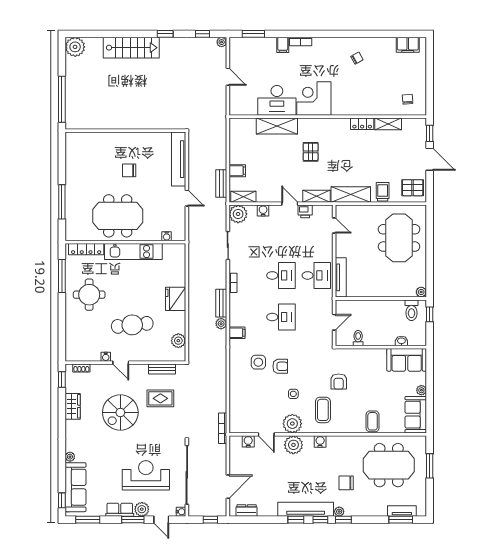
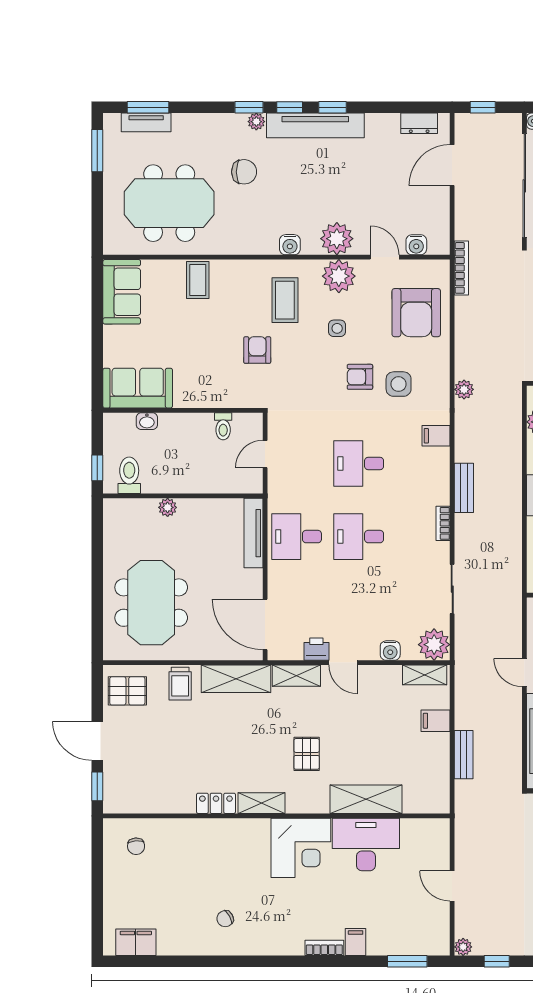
shelving: (388, 124) -> (261, 803), moved
bench: (221, 183) -> (464, 755), moved
door: (334, 225) -> (265, 624), width x1.88
plant: (421, 292) -> (168, 507), moved
plant: (221, 324) -> (464, 389), moved
plant: (421, 390) -> (112, 335), removed
armchair: (248, 403) -> (416, 313), added
window: (430, 466) -> (97, 151), moved

